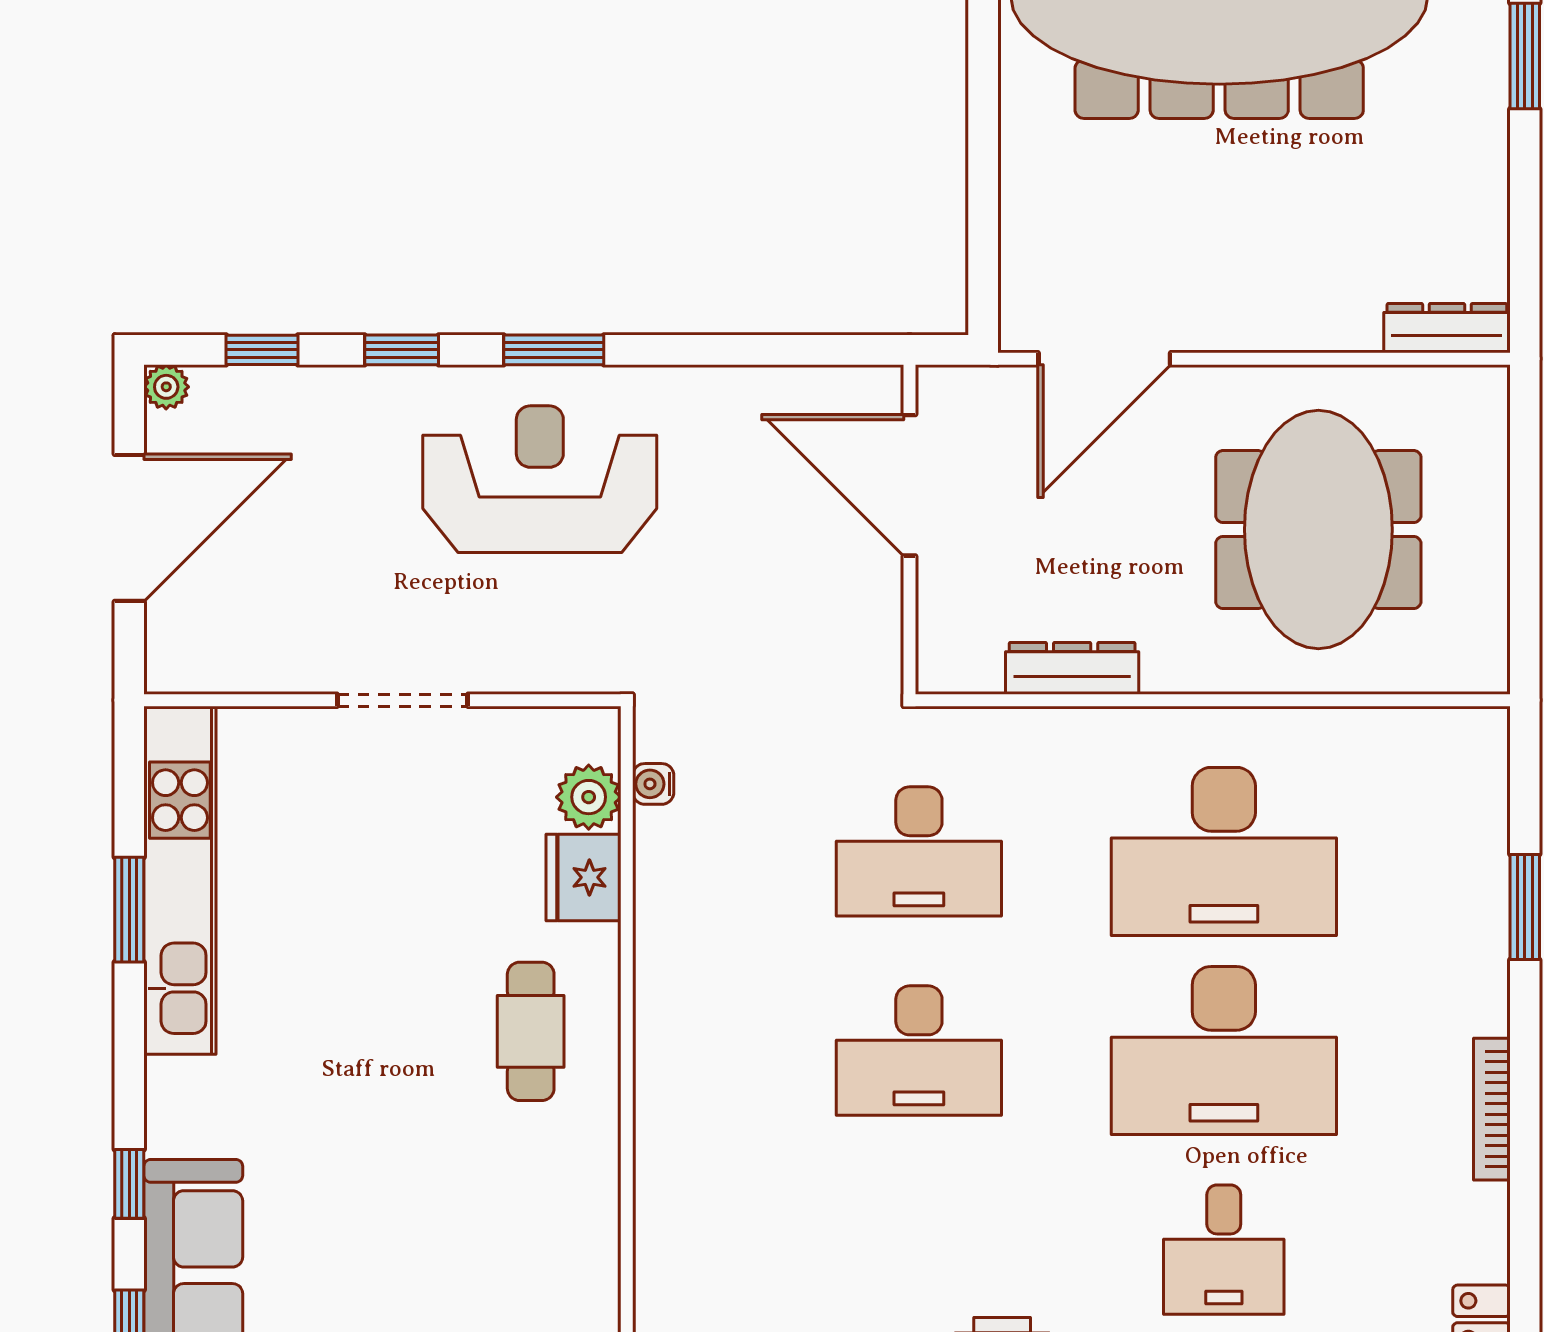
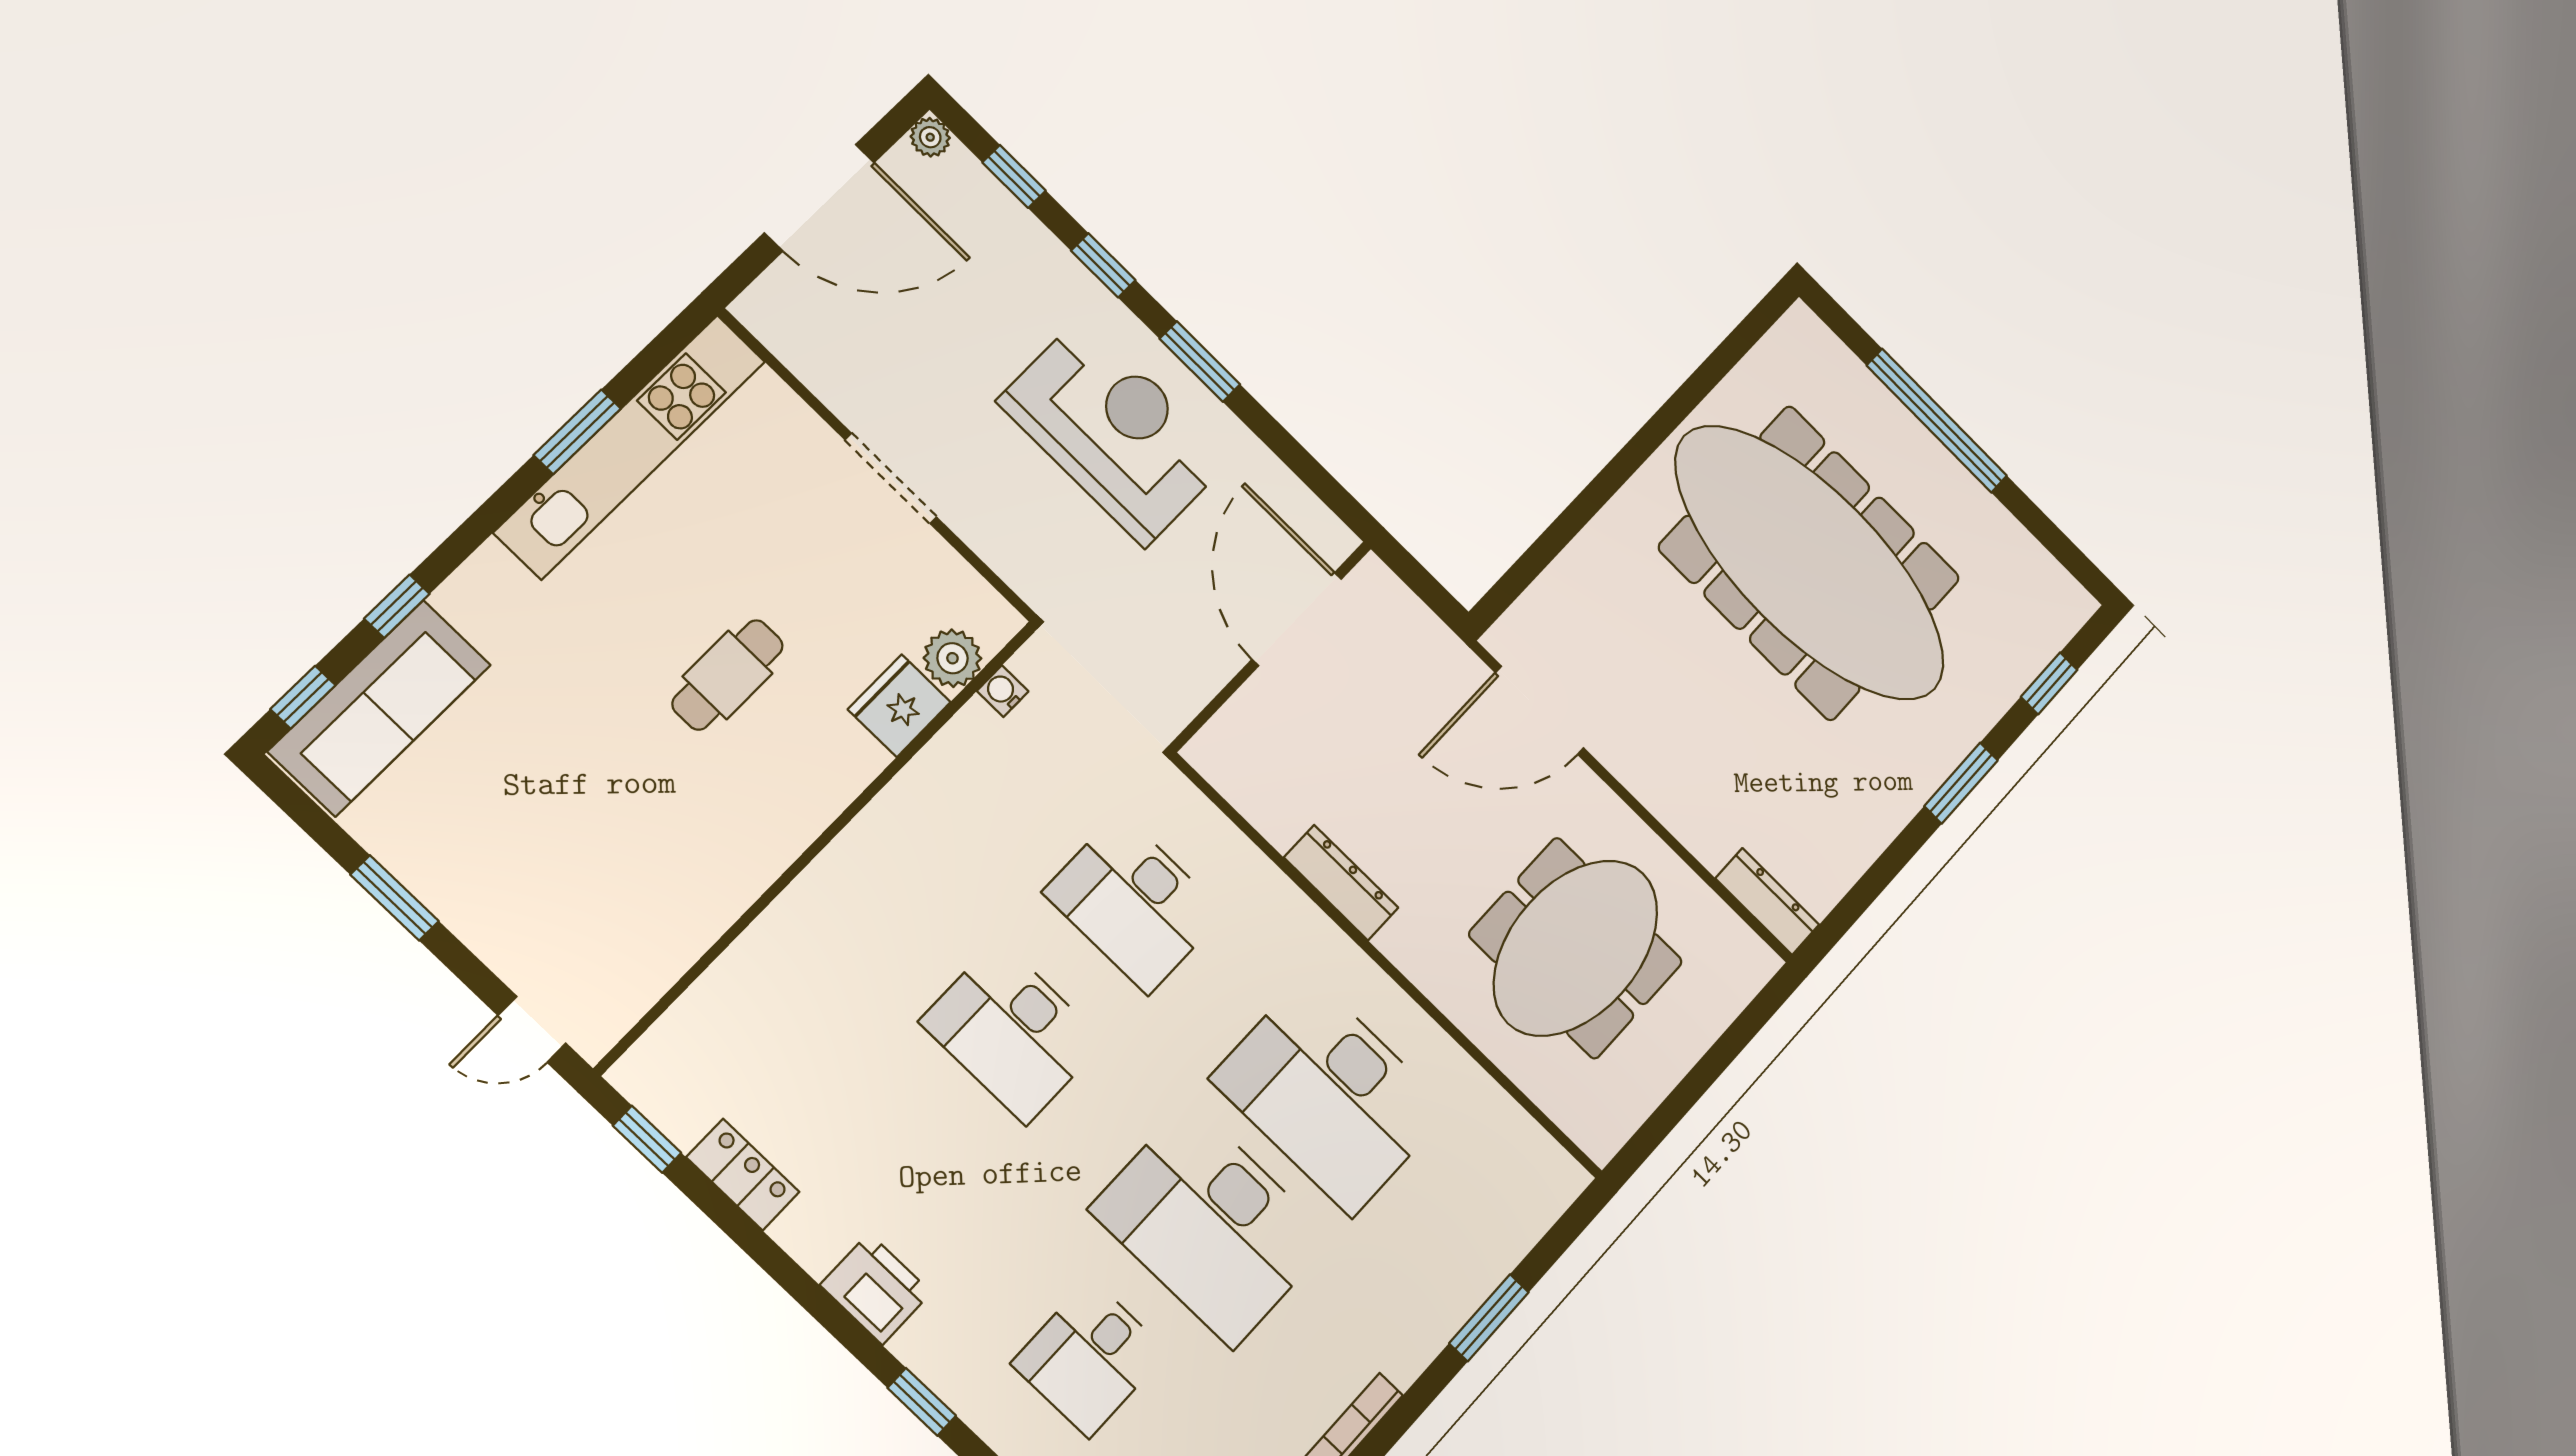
door: (909, 485) -> (1297, 619), moved
wall: (909, 529) -> (1271, 646), moved
cafe table: (531, 1031) -> (728, 675), moved

